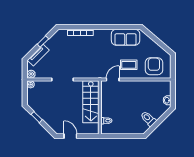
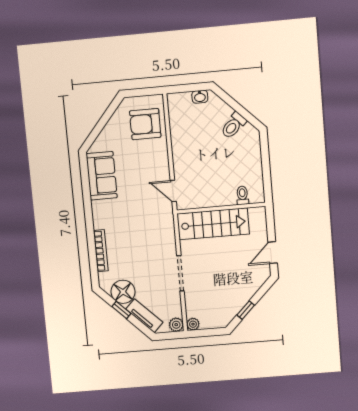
floor lamp: (54, 44) -> (123, 292), added
coffee table: (129, 65) -> (147, 166), removed

